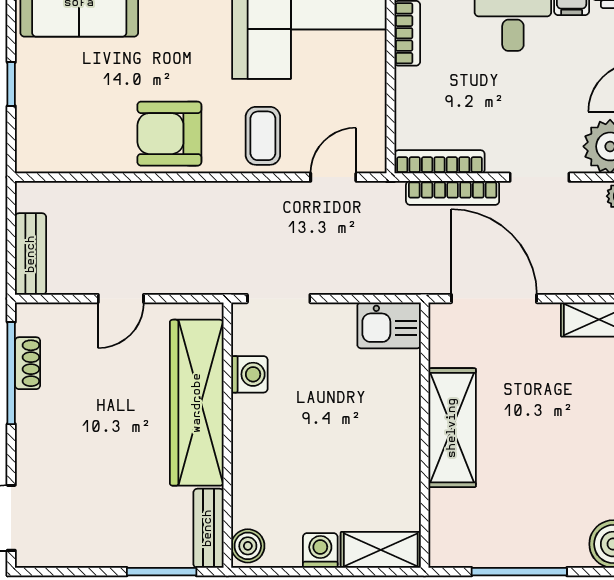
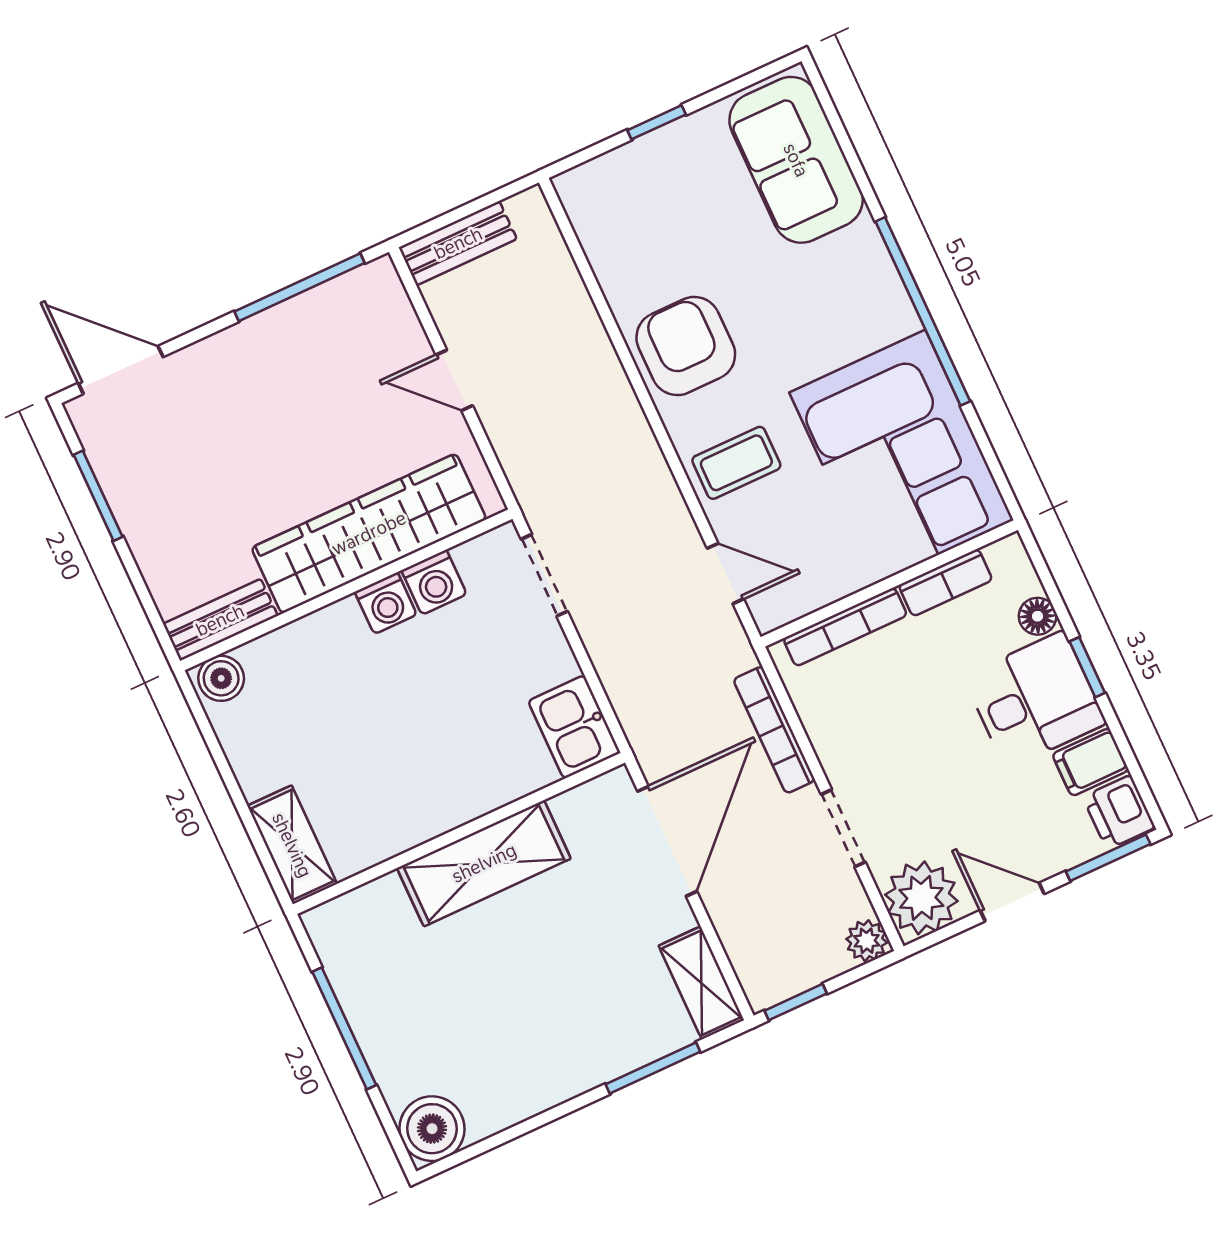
bookcase: (439, 162) -> (845, 627), moved, turned 90
shoe rack: (28, 363) -> (321, 302), removed
washing machine: (320, 551) -> (386, 603), moved, turned 90
window: (162, 572) -> (98, 496), moved

